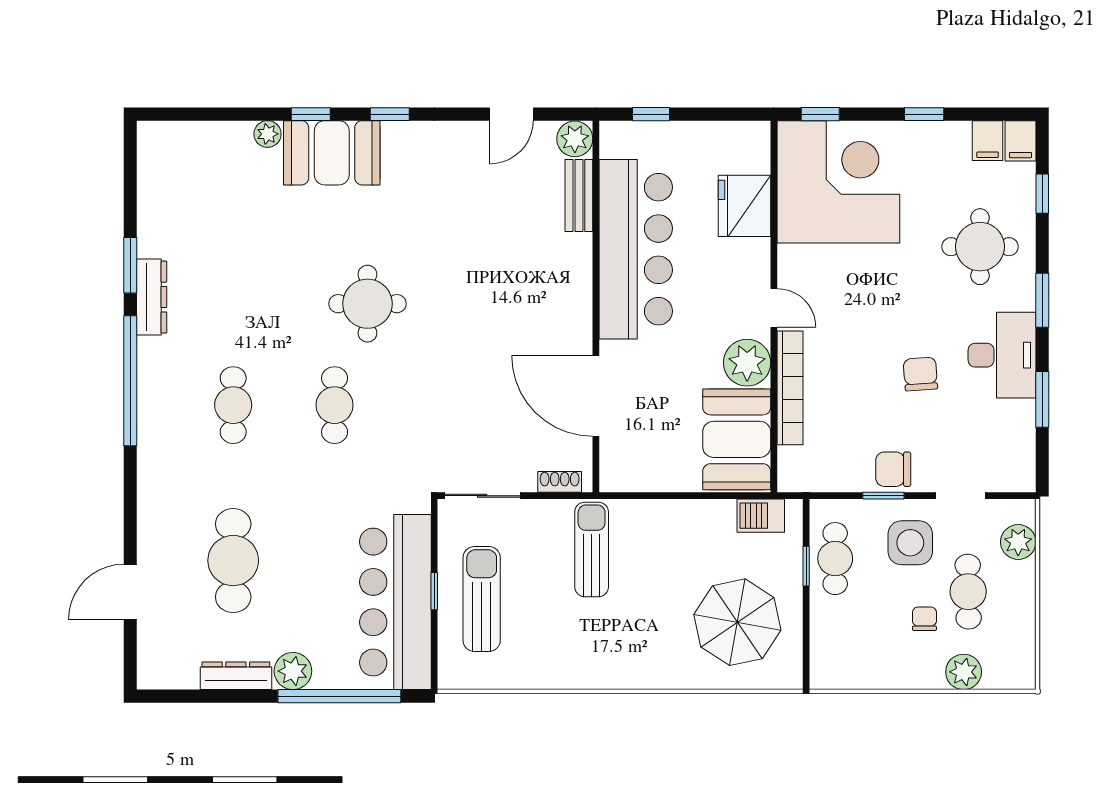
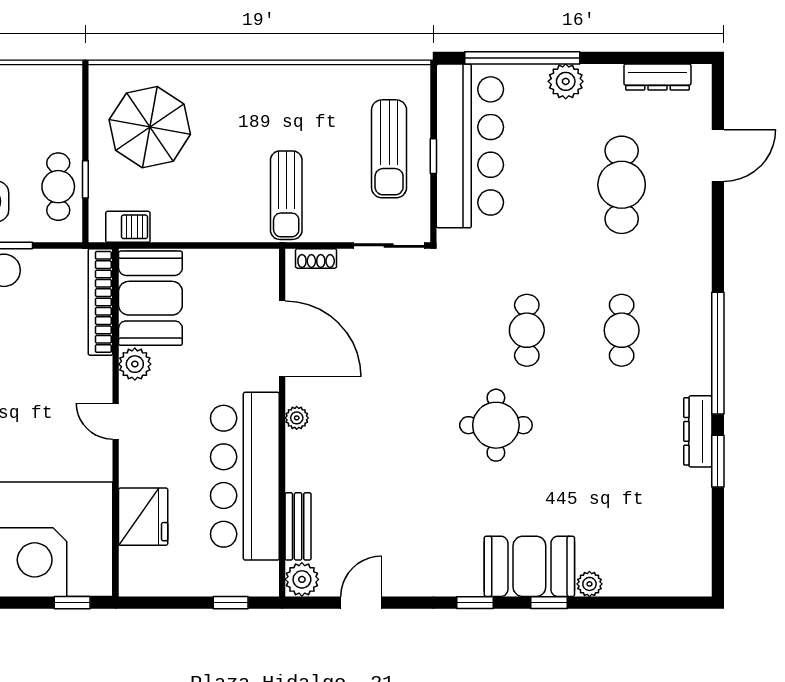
plant: (580, 311) -> (297, 418), added
plant: (747, 363) -> (135, 364), width x0.73, depth x0.73
bookcase: (790, 388) -> (101, 302), moved
dresser: (236, 676) -> (657, 77), moved

